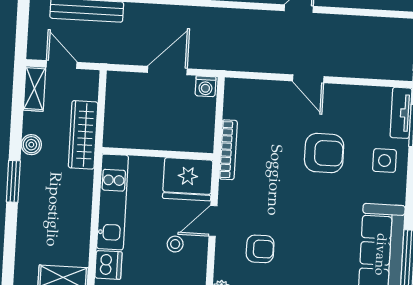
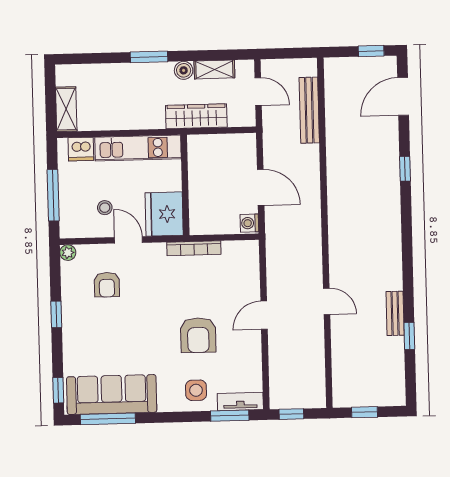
door: (62, 65) -> (258, 92), hinge flipped
shelving: (34, 89) -> (214, 69), moved

